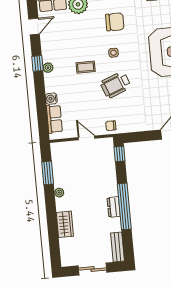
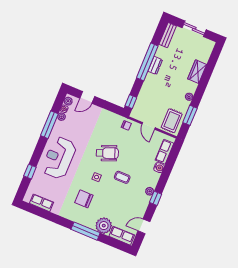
rug: (64, 157) -> (172, 121), added

